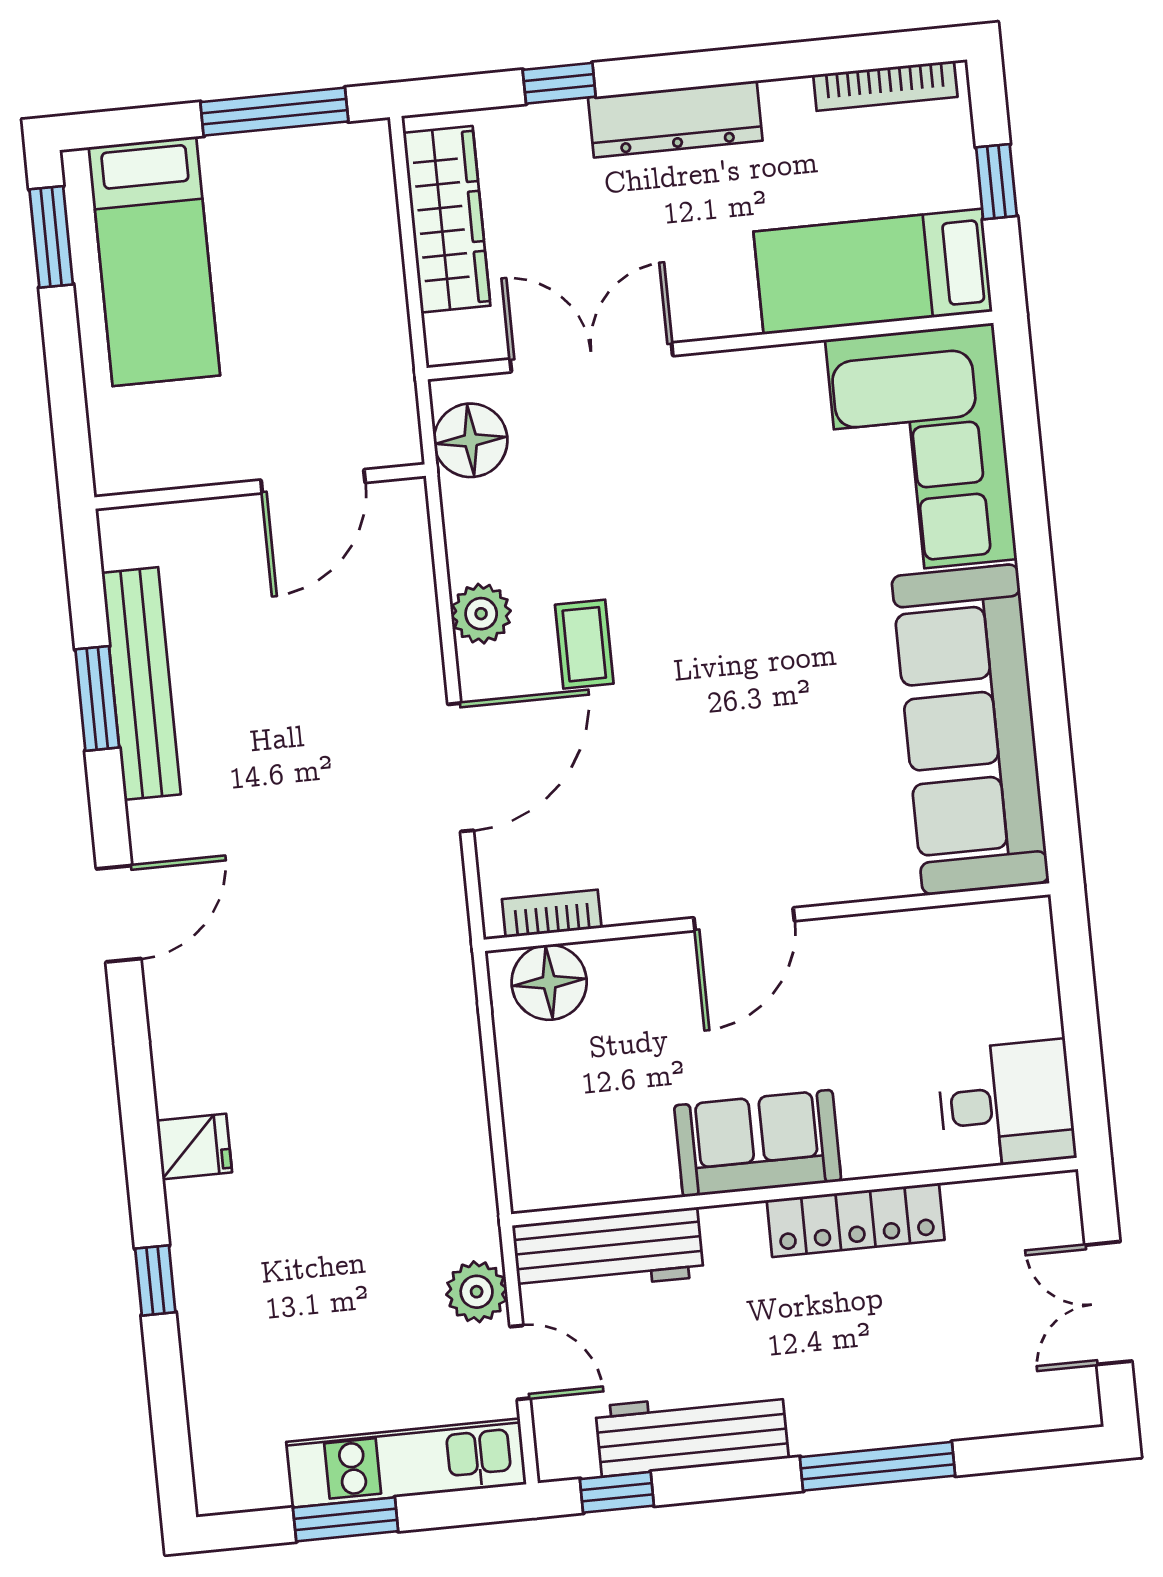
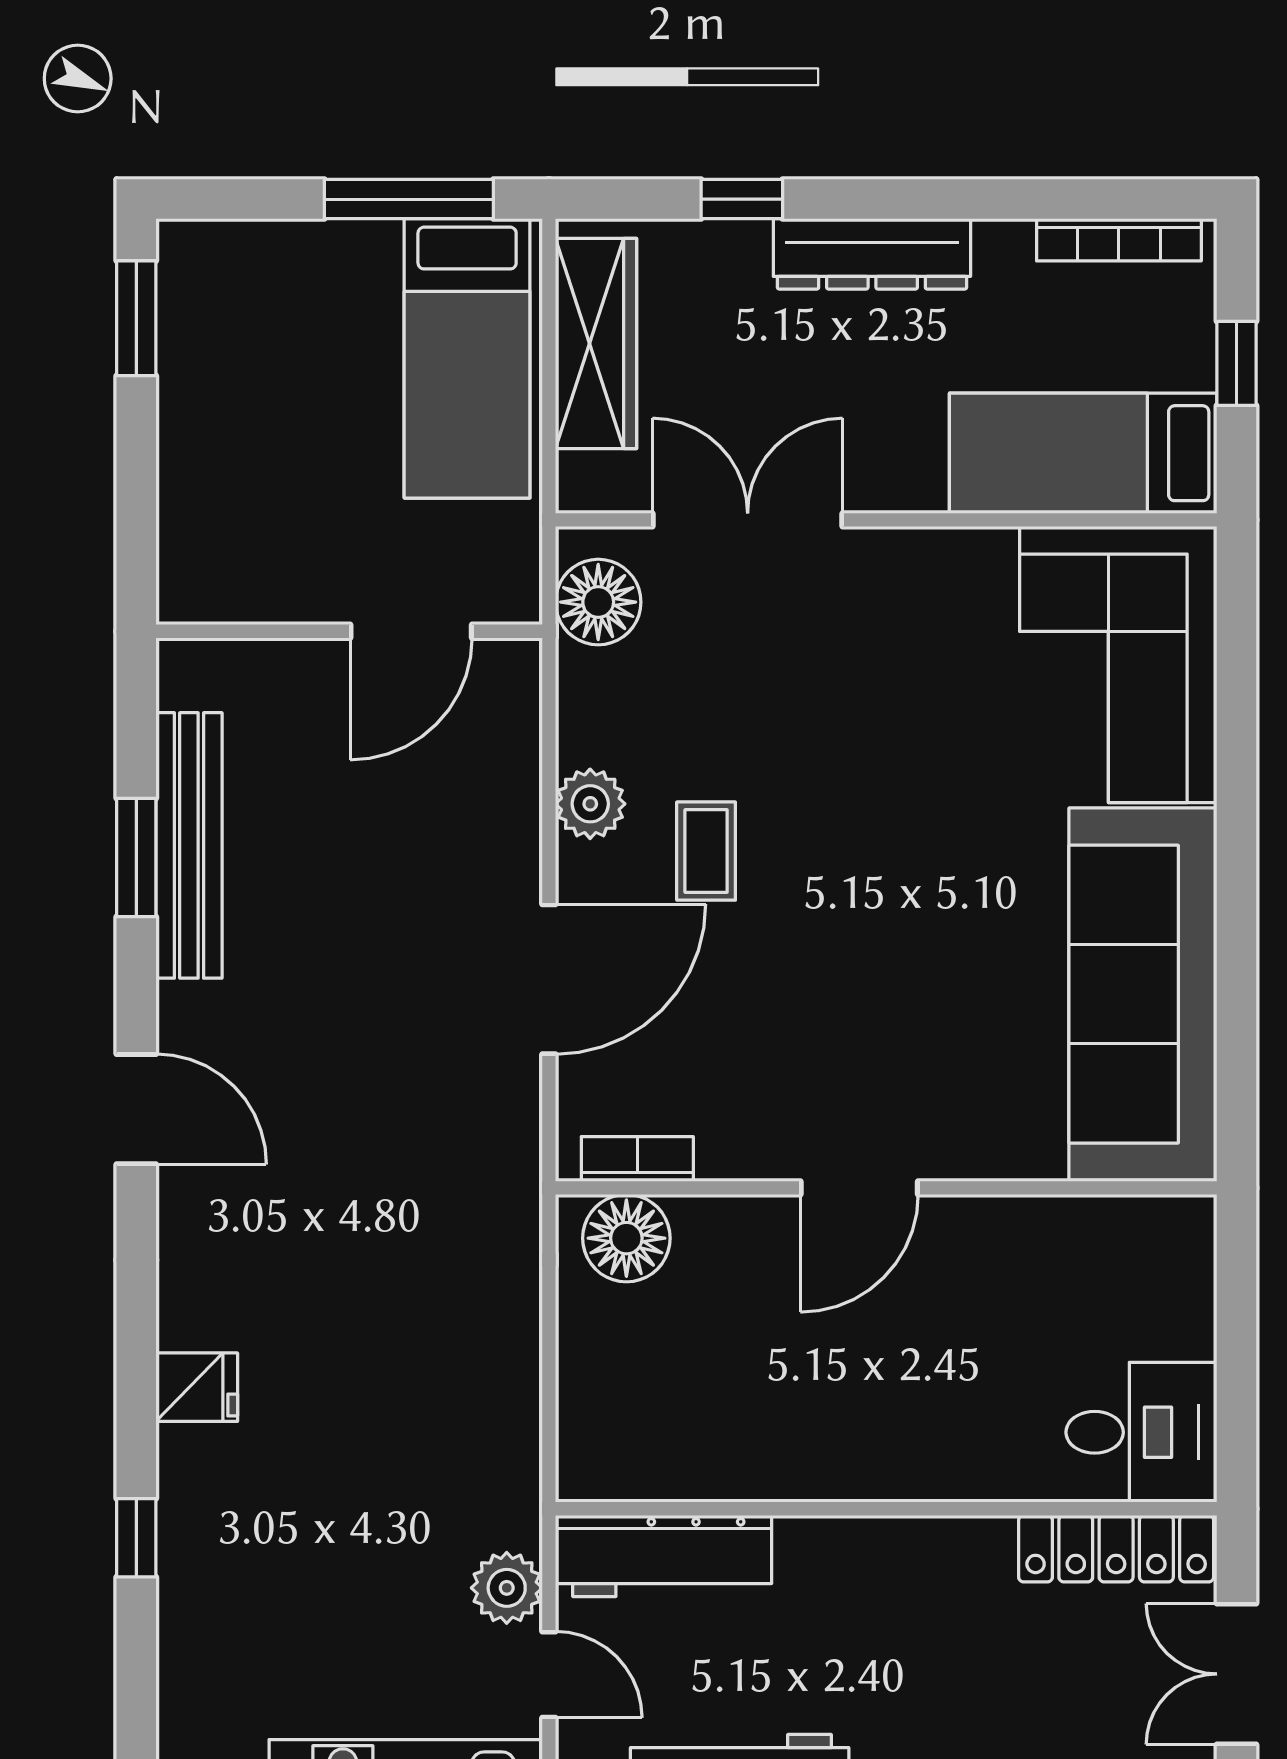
bed: (154, 261) -> (467, 358), moved
door: (119, 914) -> (136, 1109), hinge flipped
sofa: (758, 1143) -> (849, 1449), removed
locker: (856, 1220) -> (1116, 1549), moved

